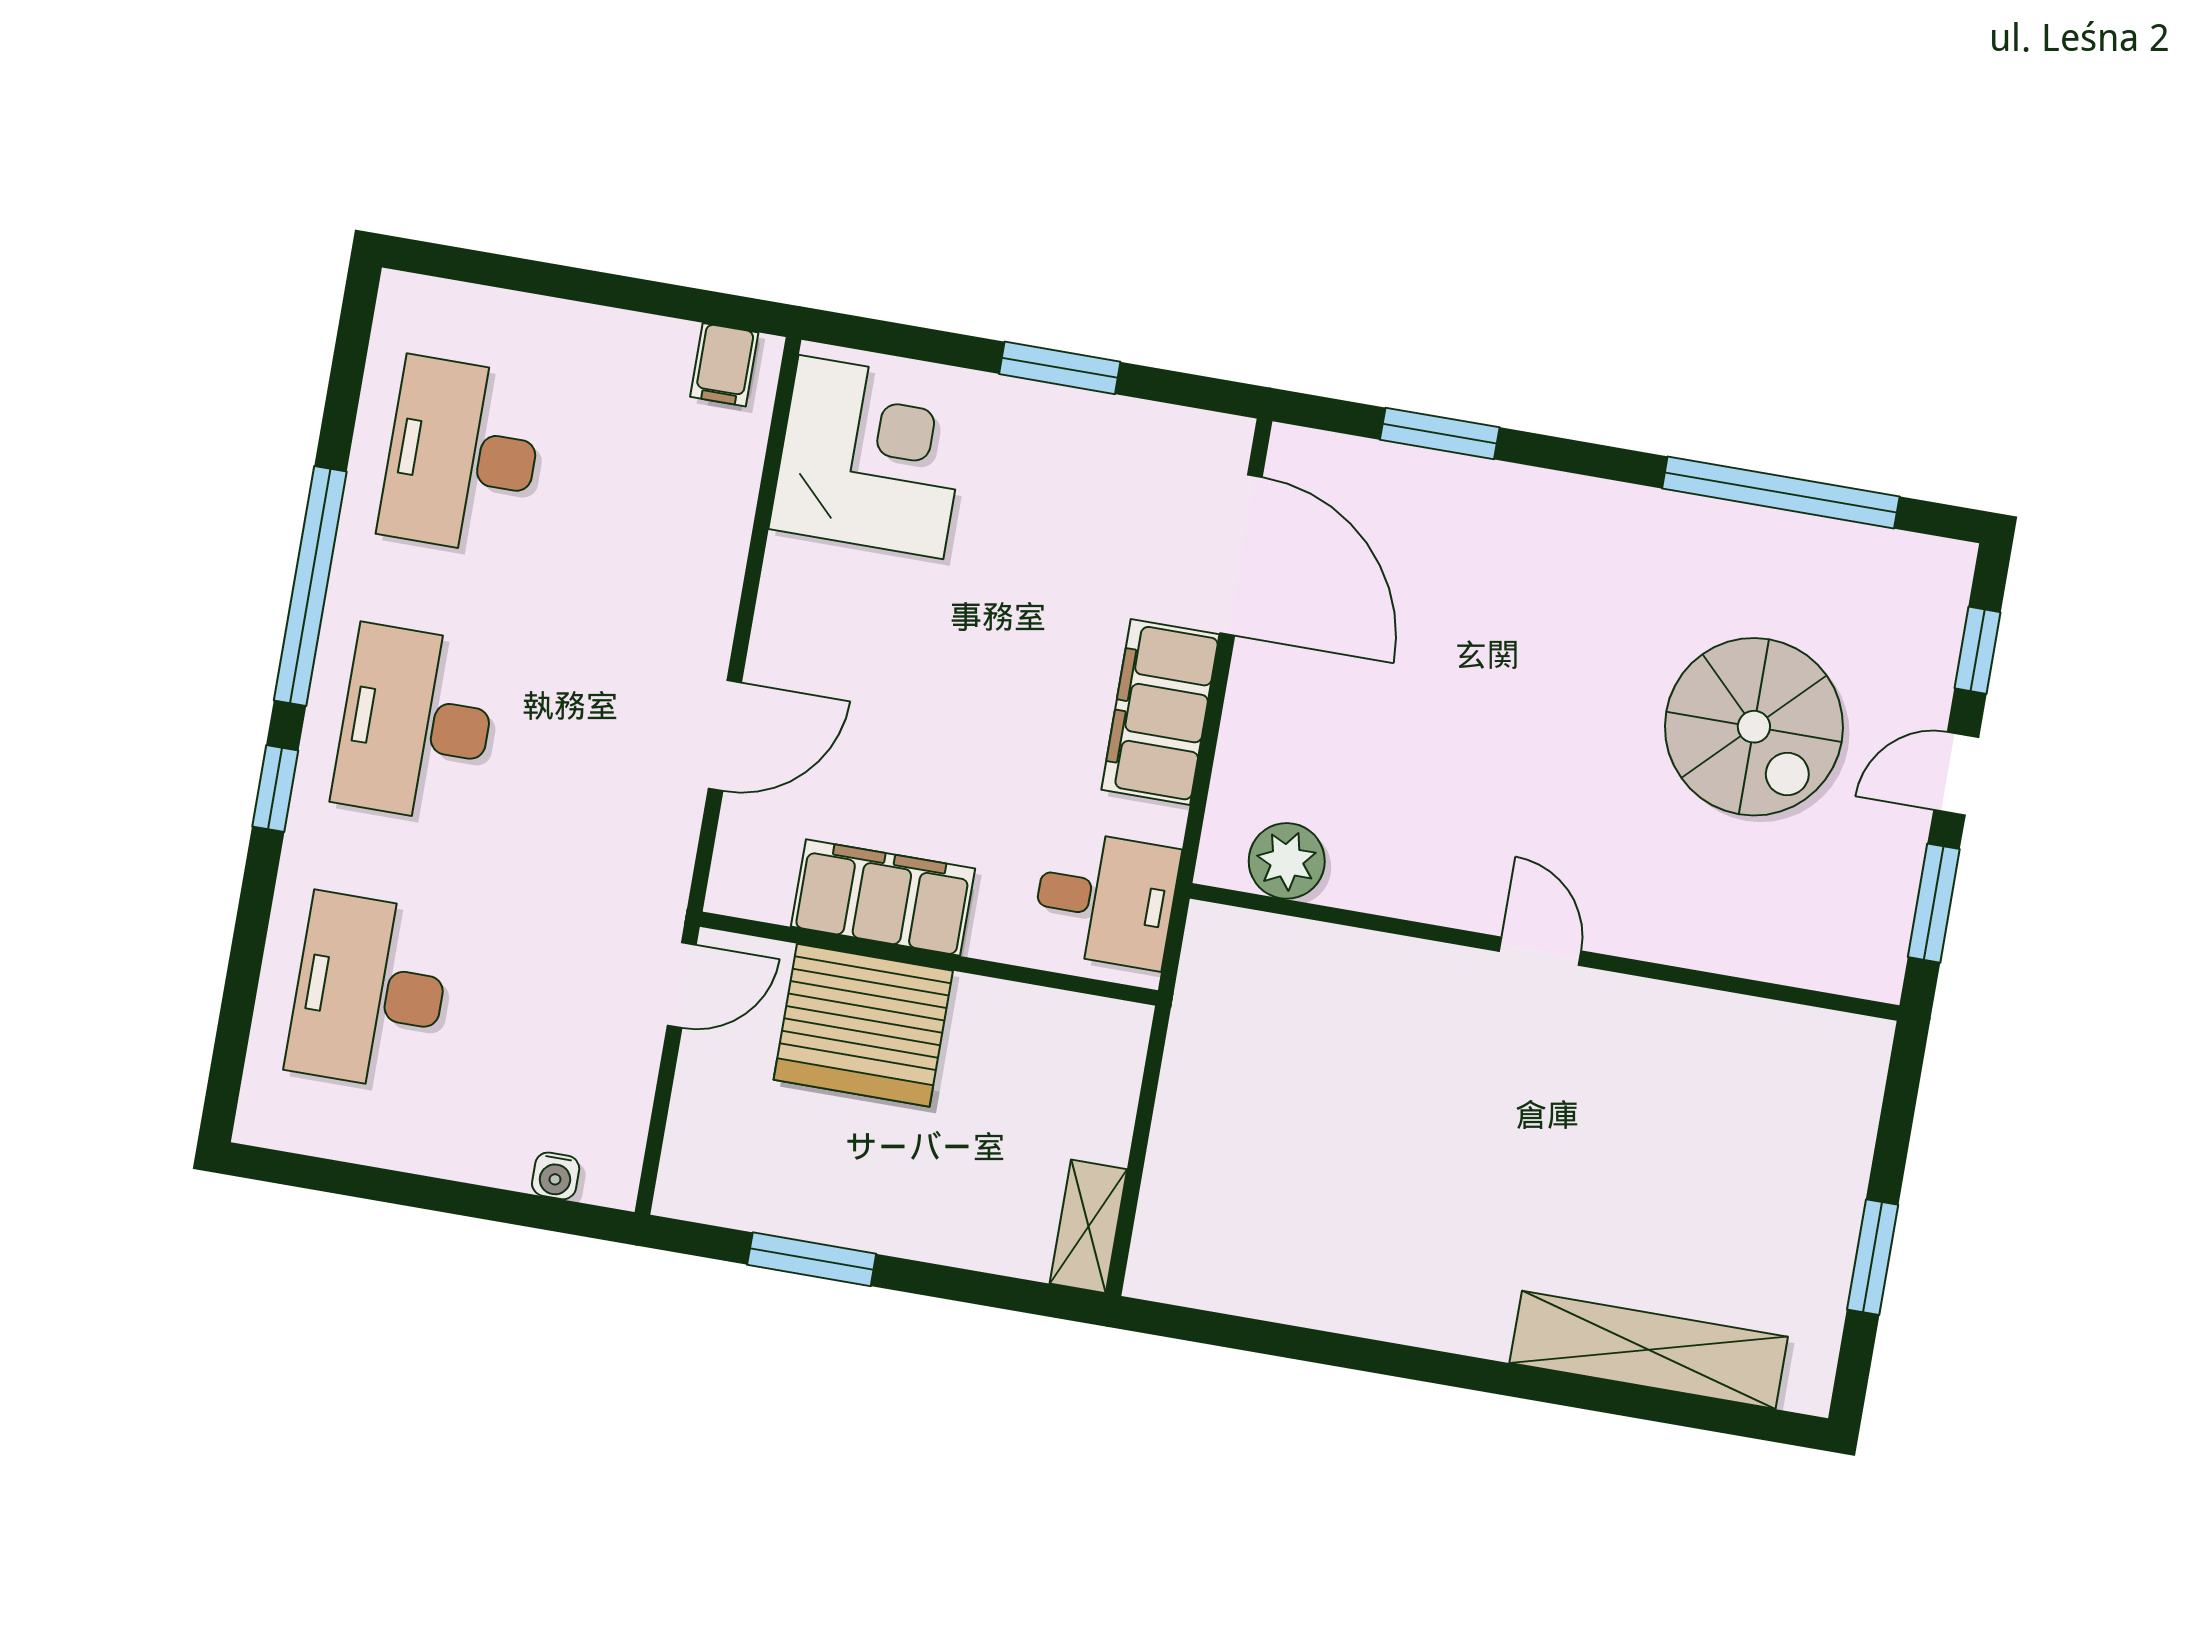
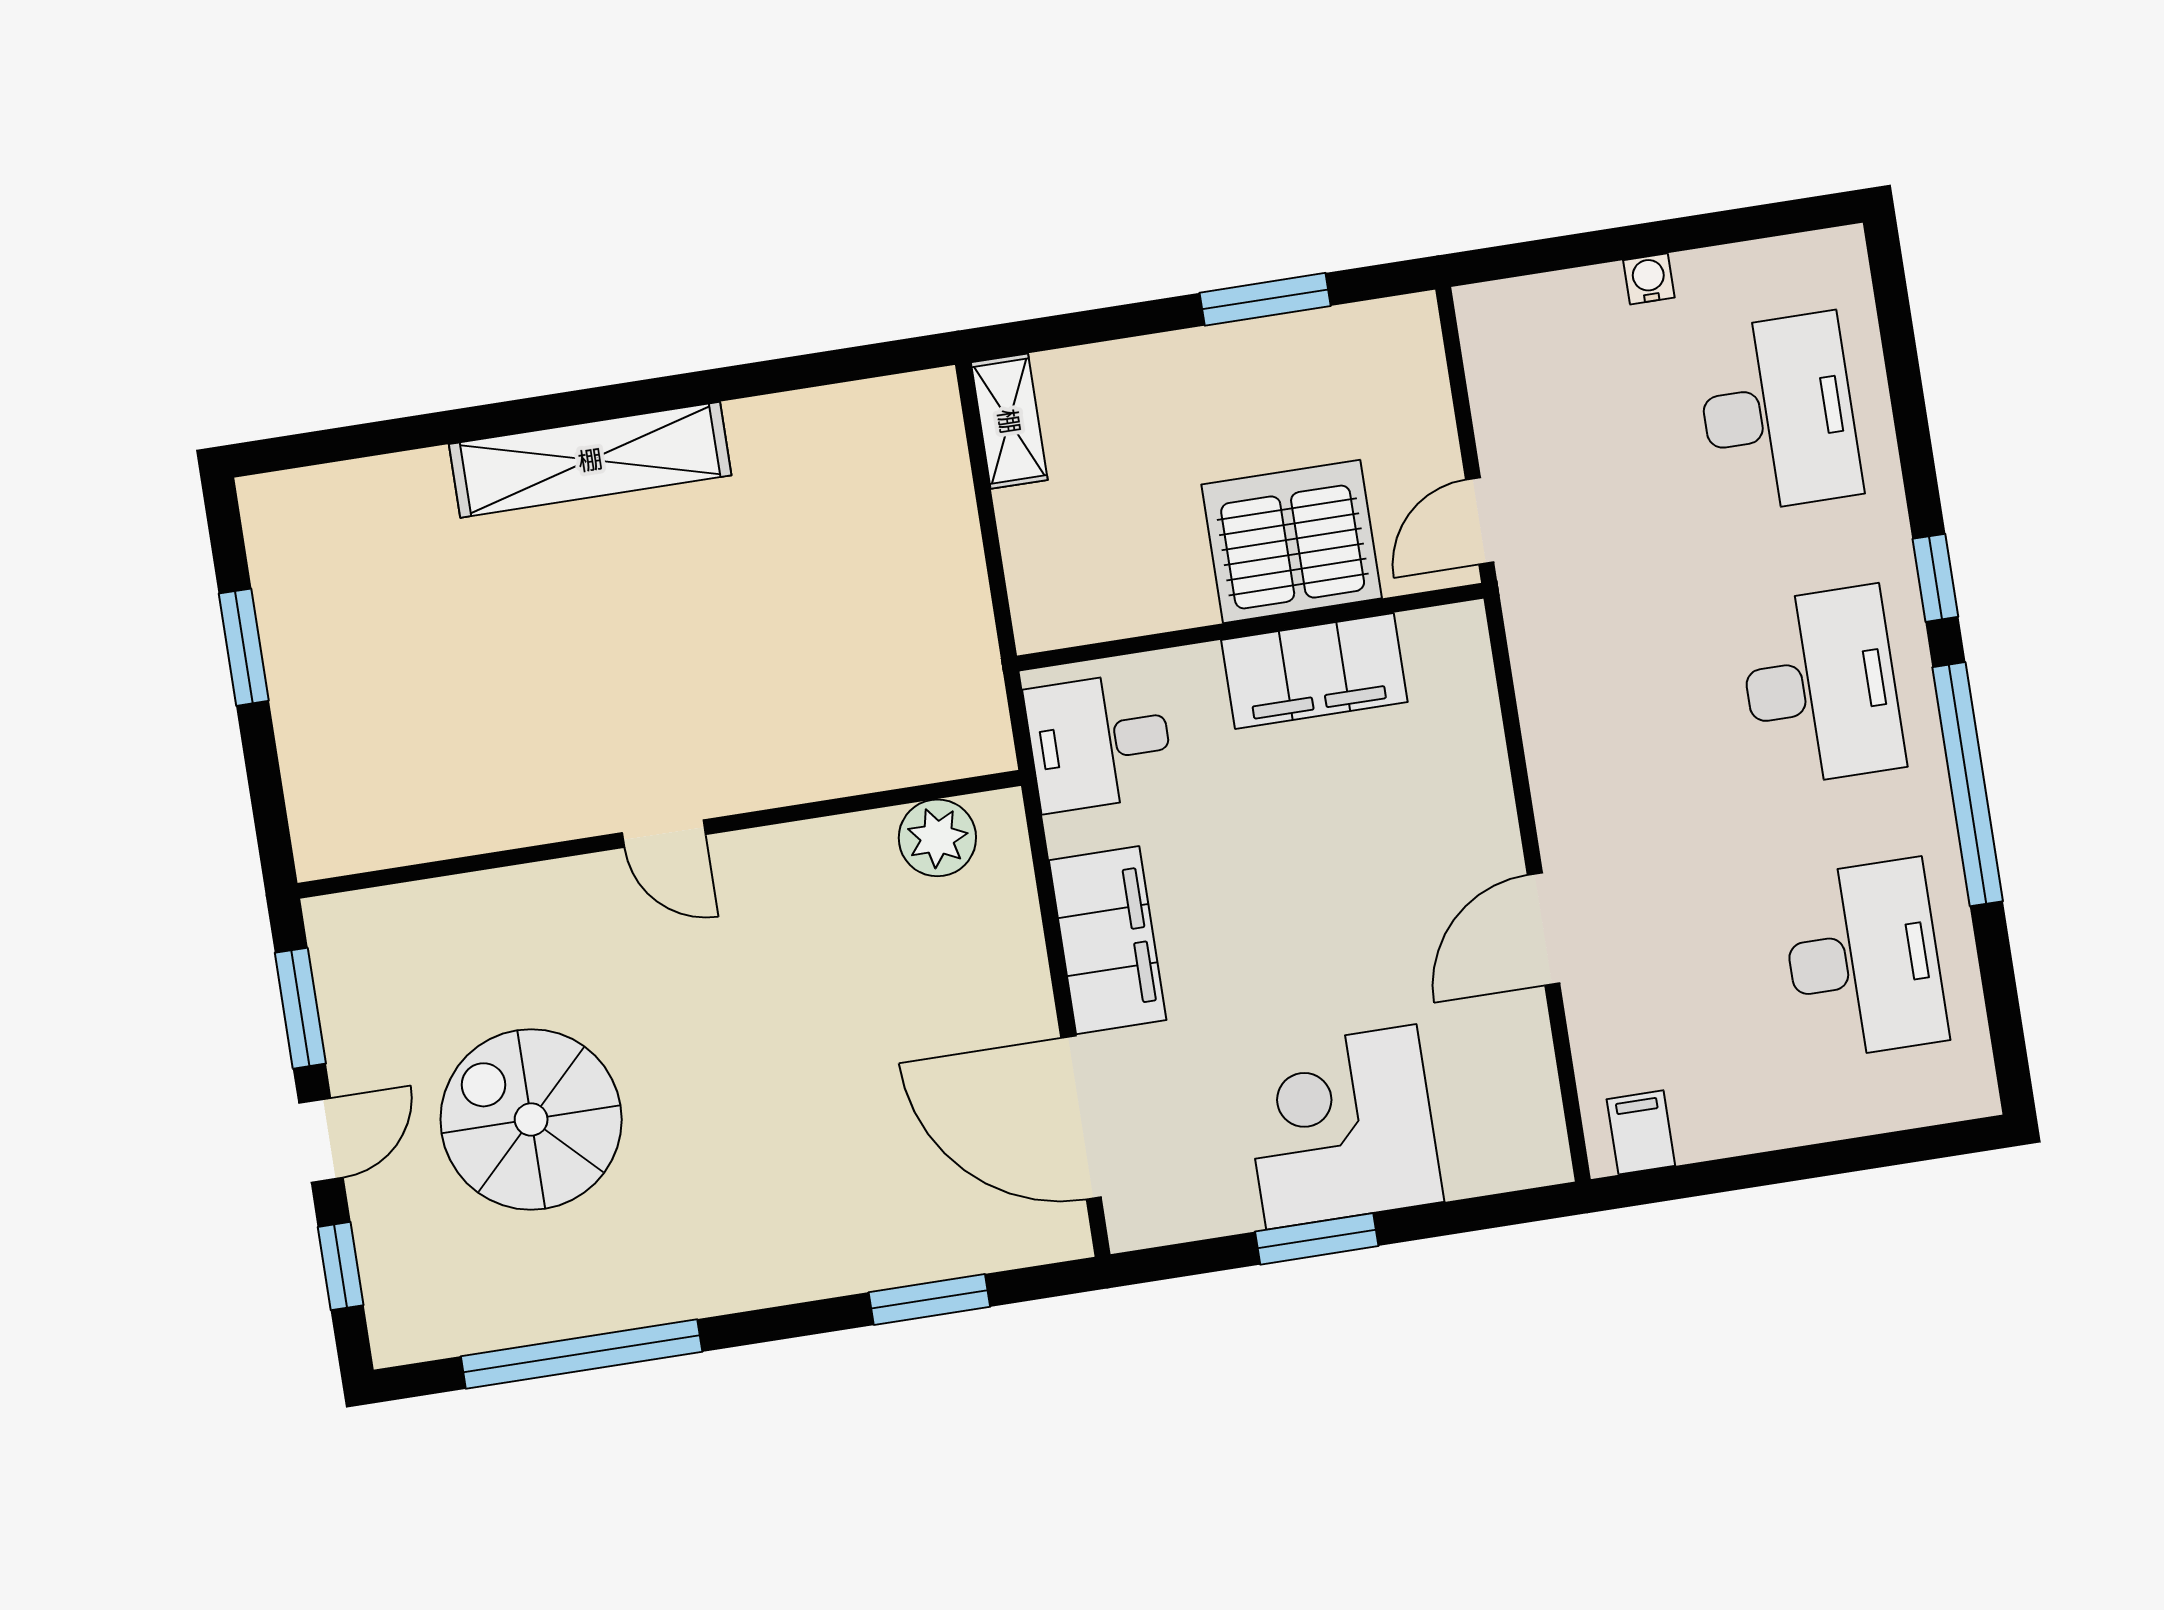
corner desk: (871, 457) -> (1341, 1127), moved, turned 90
door: (725, 735) -> (1544, 929), moved
water cooler: (556, 1176) -> (1649, 279), moved
shelving: (1649, 1350) -> (590, 460), moved

